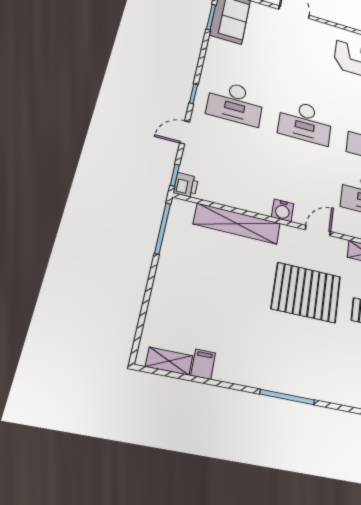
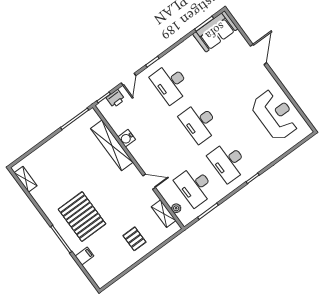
door: (185, 132) -> (129, 79), swing flipped
printer: (186, 185) -> (116, 99), moved
water cooler: (283, 210) -> (127, 138), moved
pallet: (306, 293) -> (82, 217), moved
filing cabinet: (203, 364) -> (85, 256), moved

